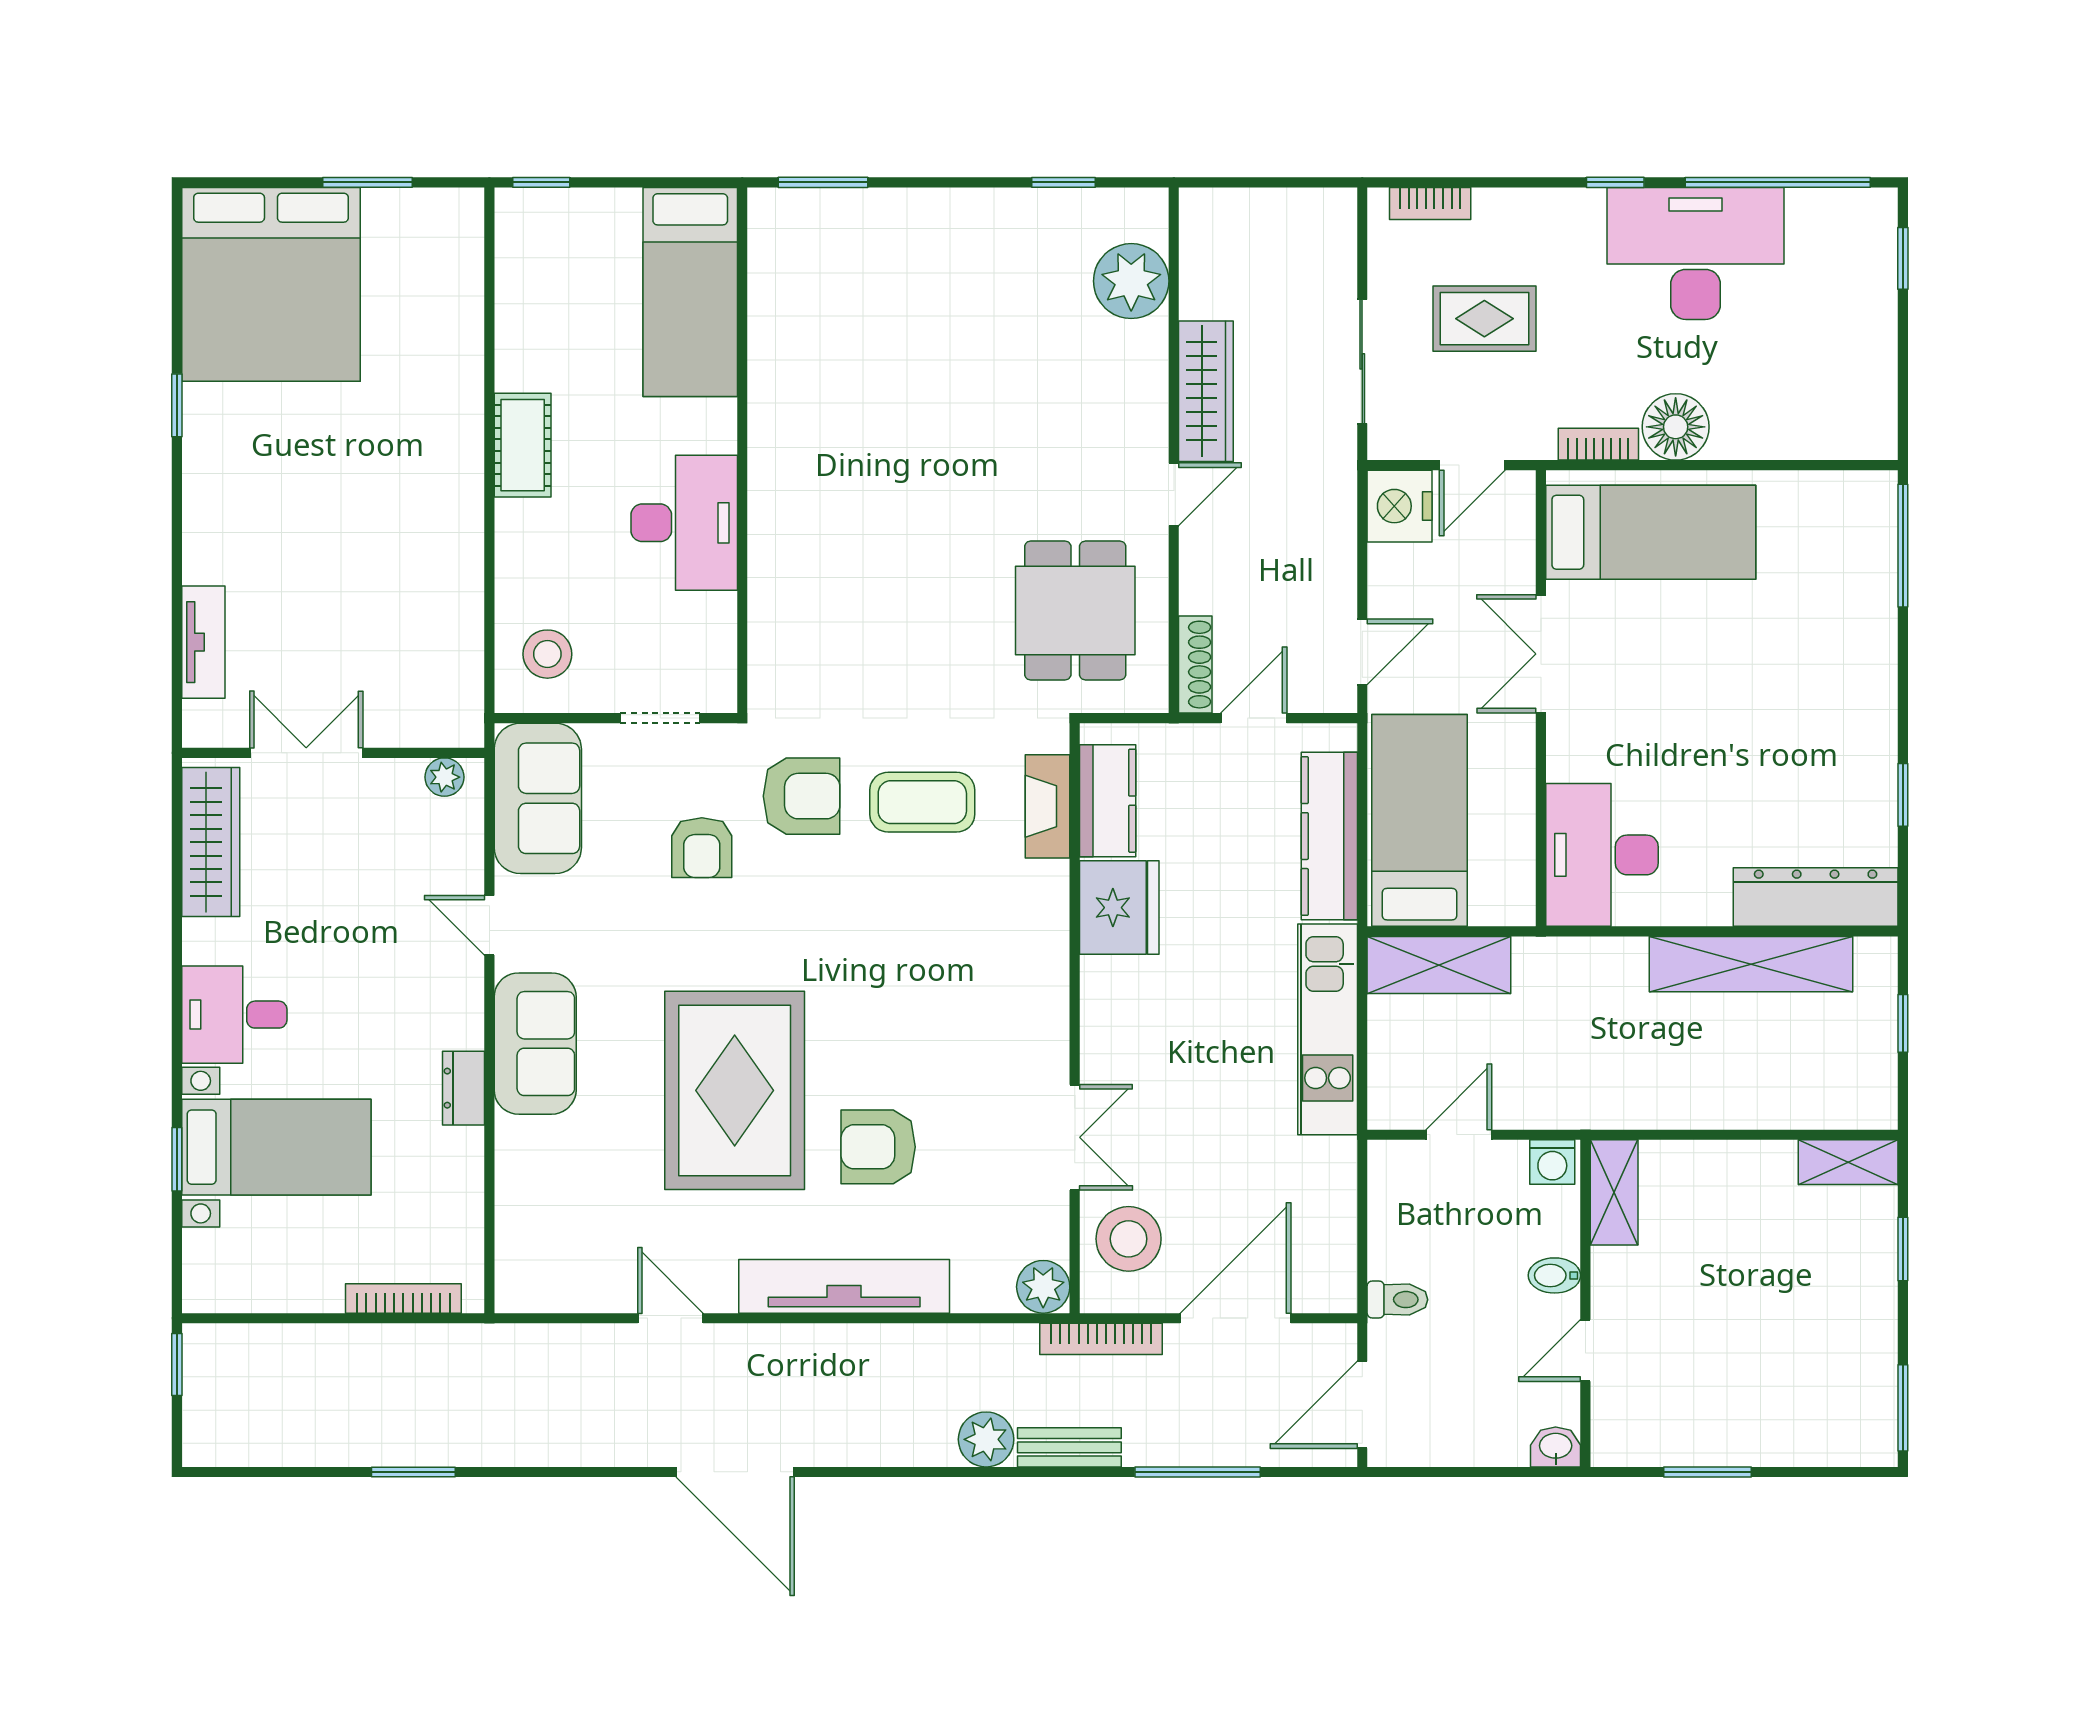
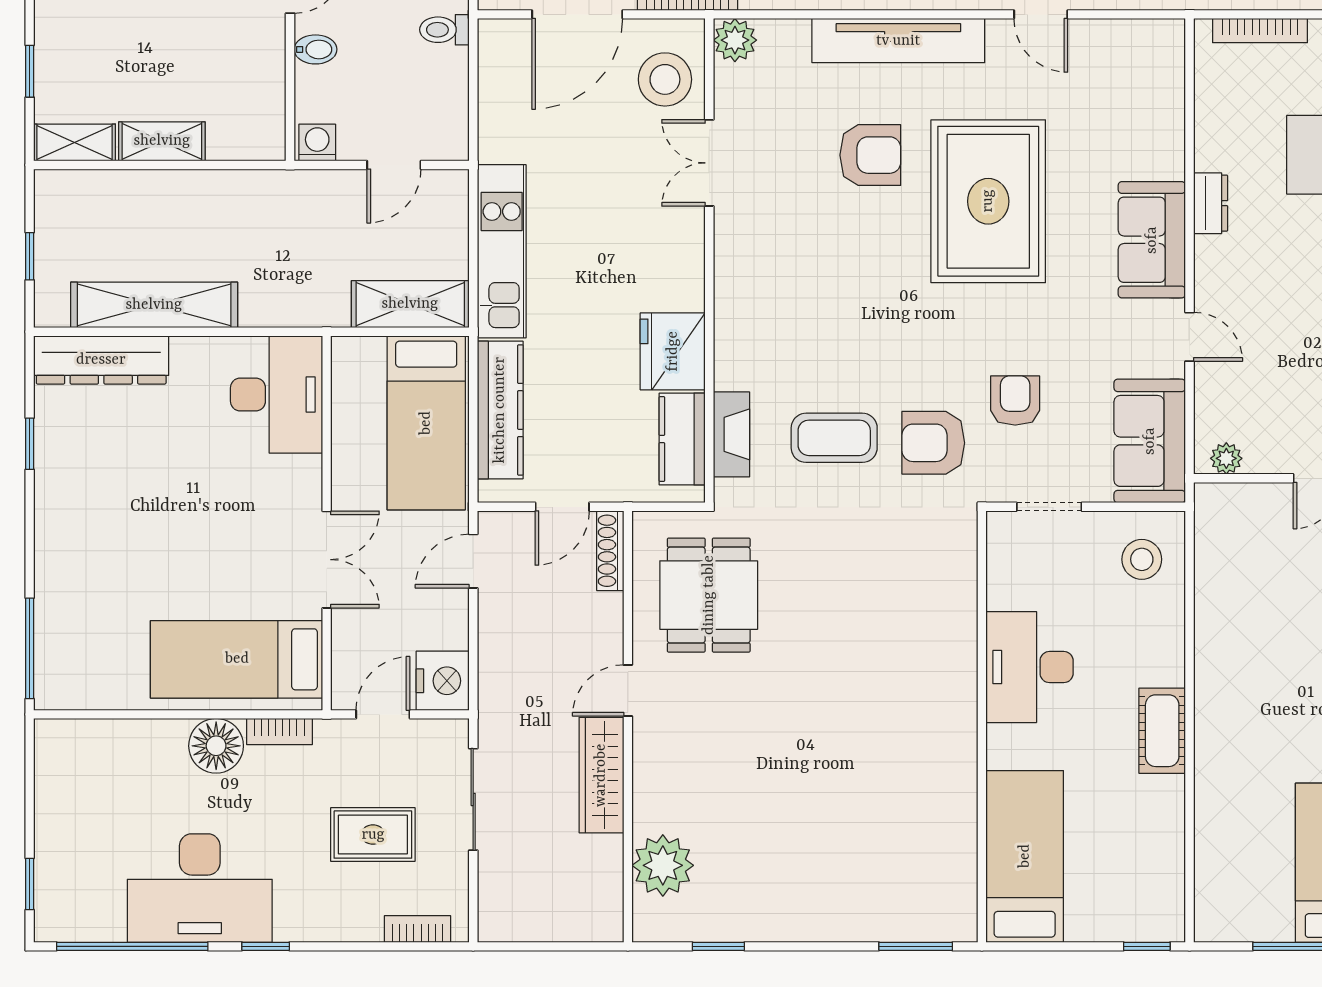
shelving: (1614, 1192) -> (162, 141), moved, turned 90

